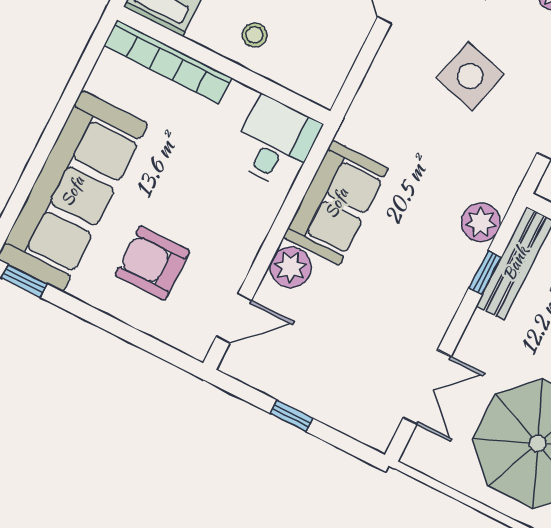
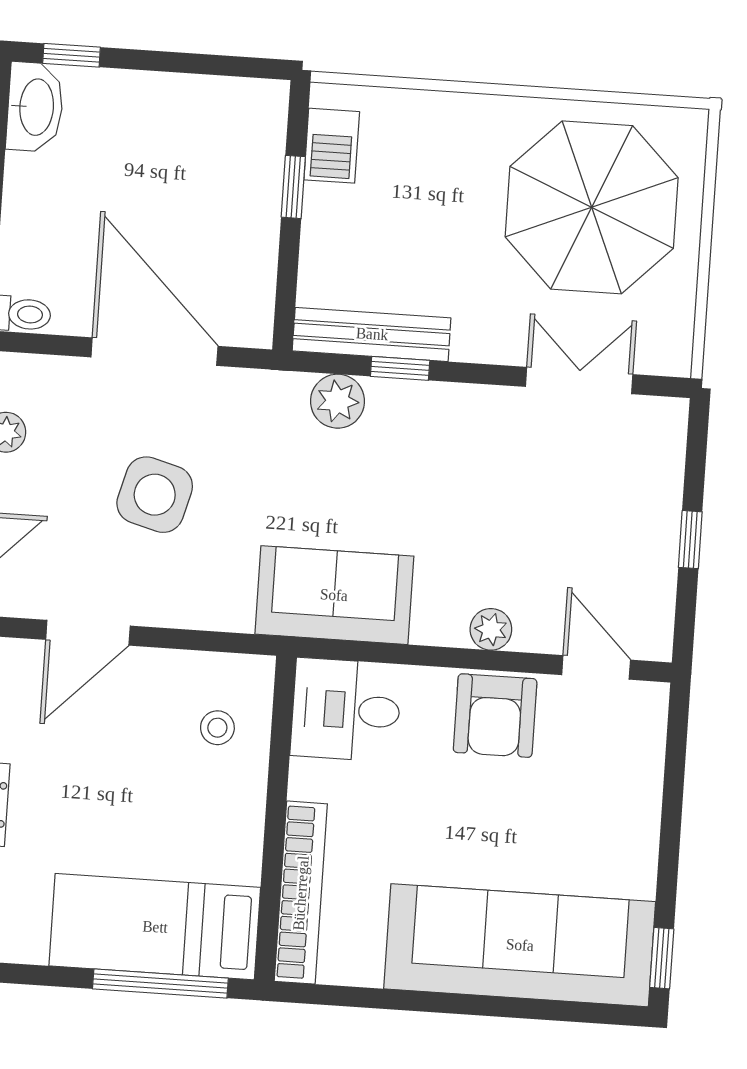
stool: (254, 35) -> (217, 728), moved
sofa: (336, 203) -> (334, 595), moved
armchair: (152, 263) -> (495, 716), moved
plant: (291, 267) -> (491, 629), width x0.73, depth x0.73

